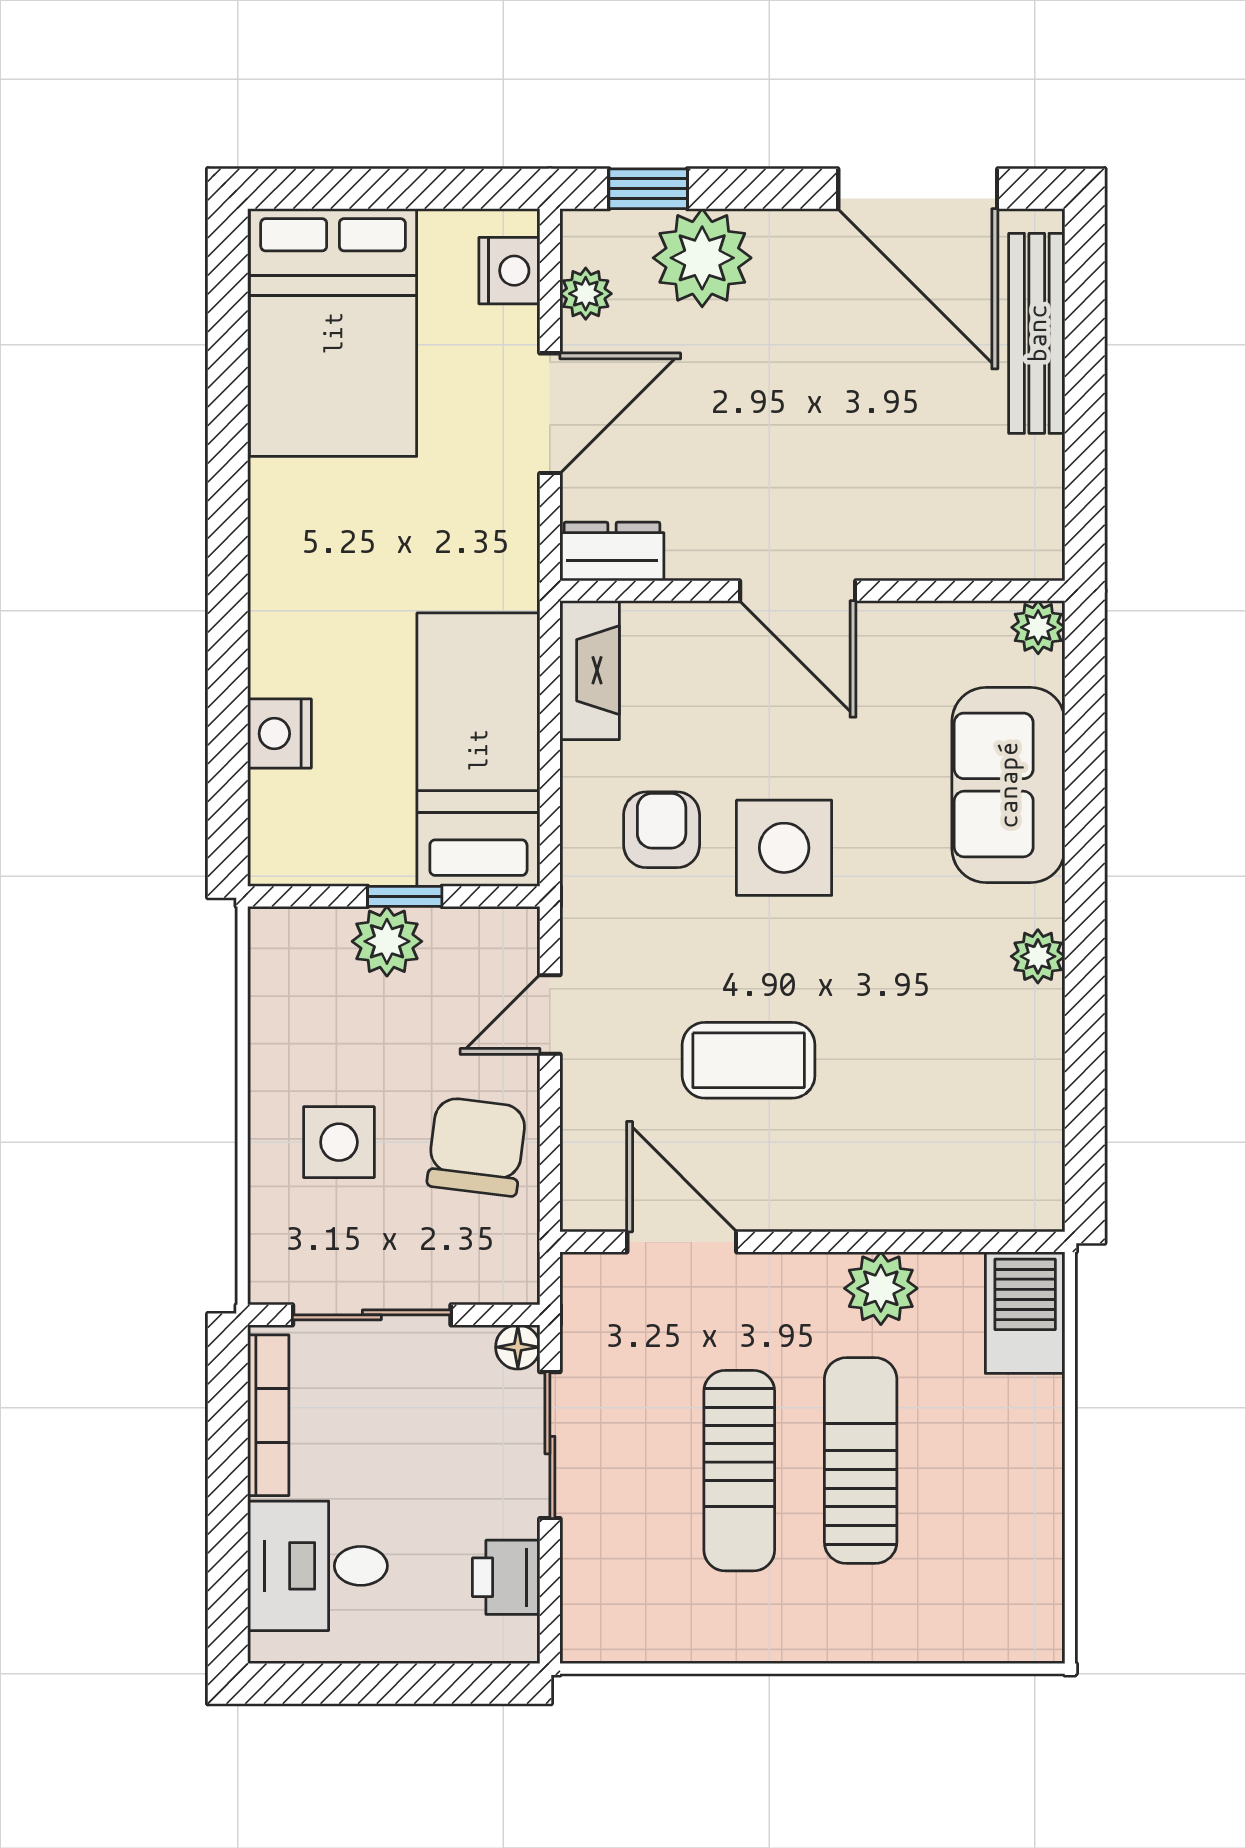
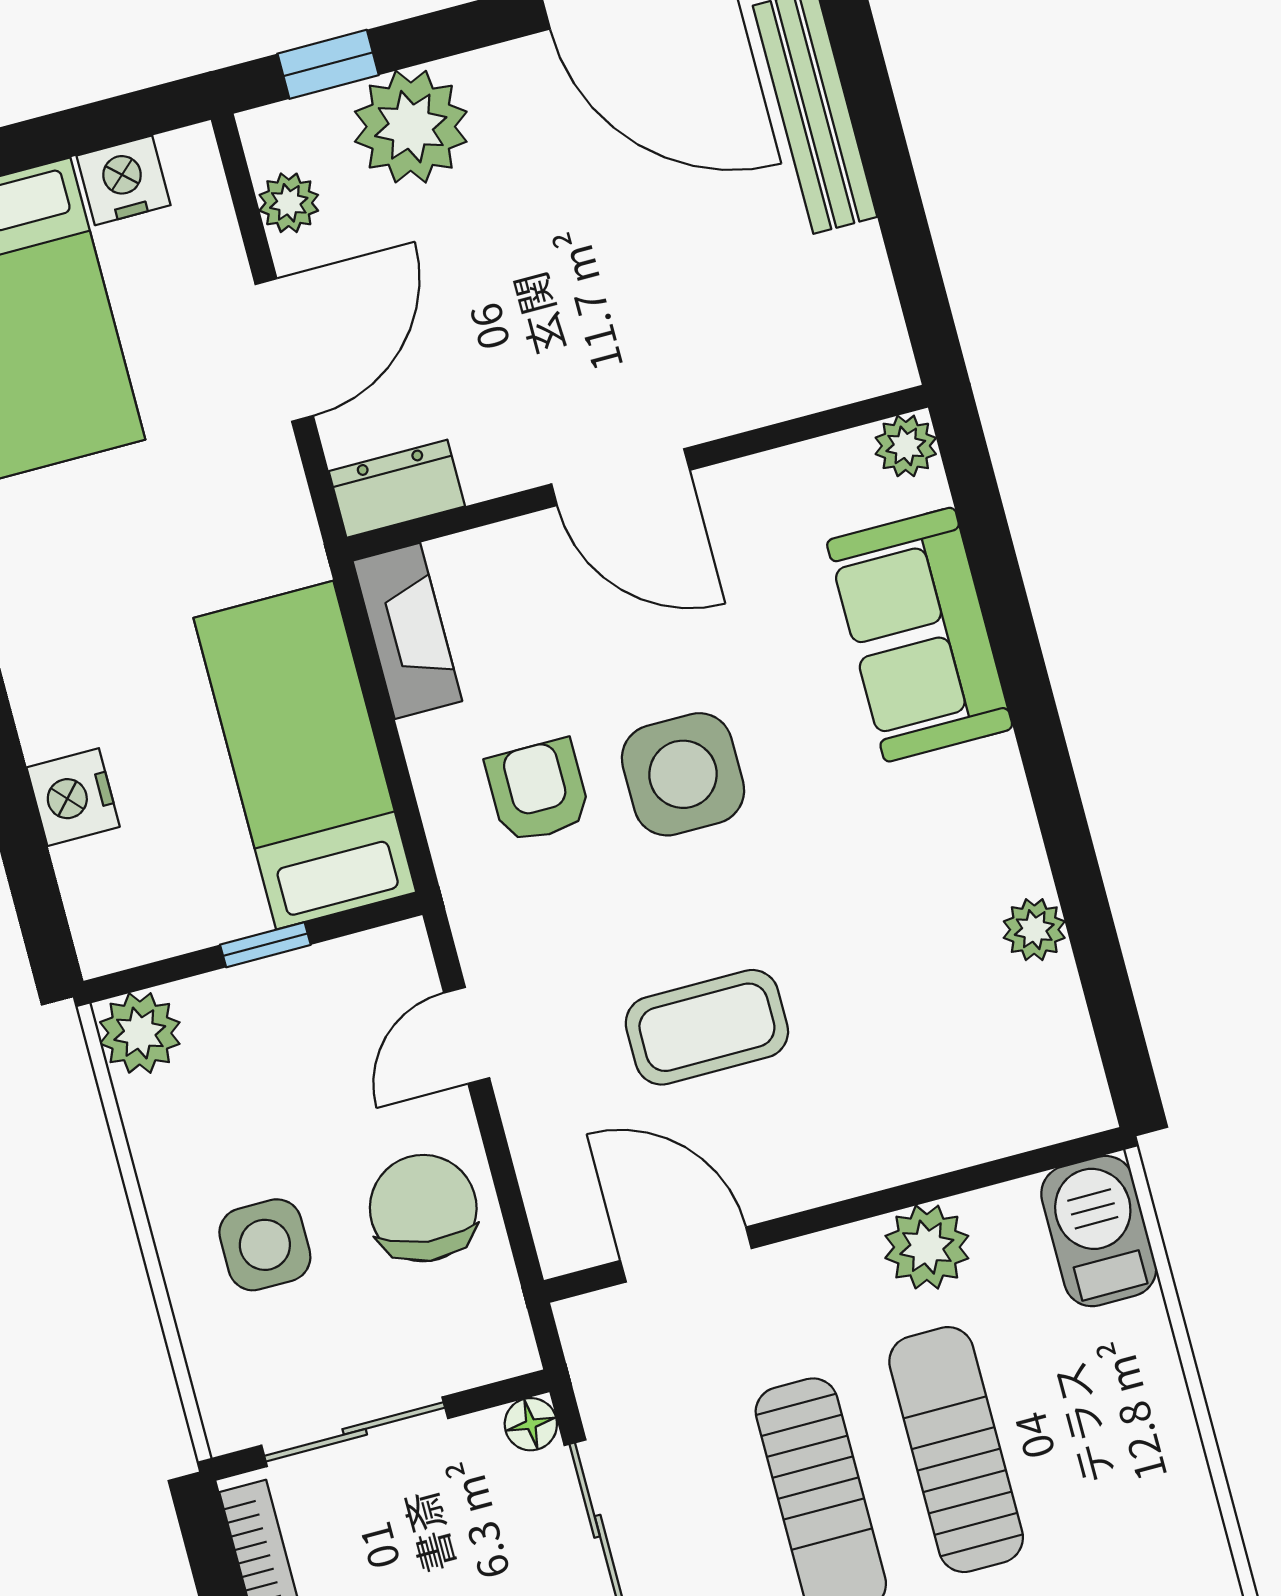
nightstand: (509, 271) -> (124, 180), moved, turned -90
plant: (387, 941) -> (140, 1033), moved
plant: (1038, 956) -> (1034, 930), moved

